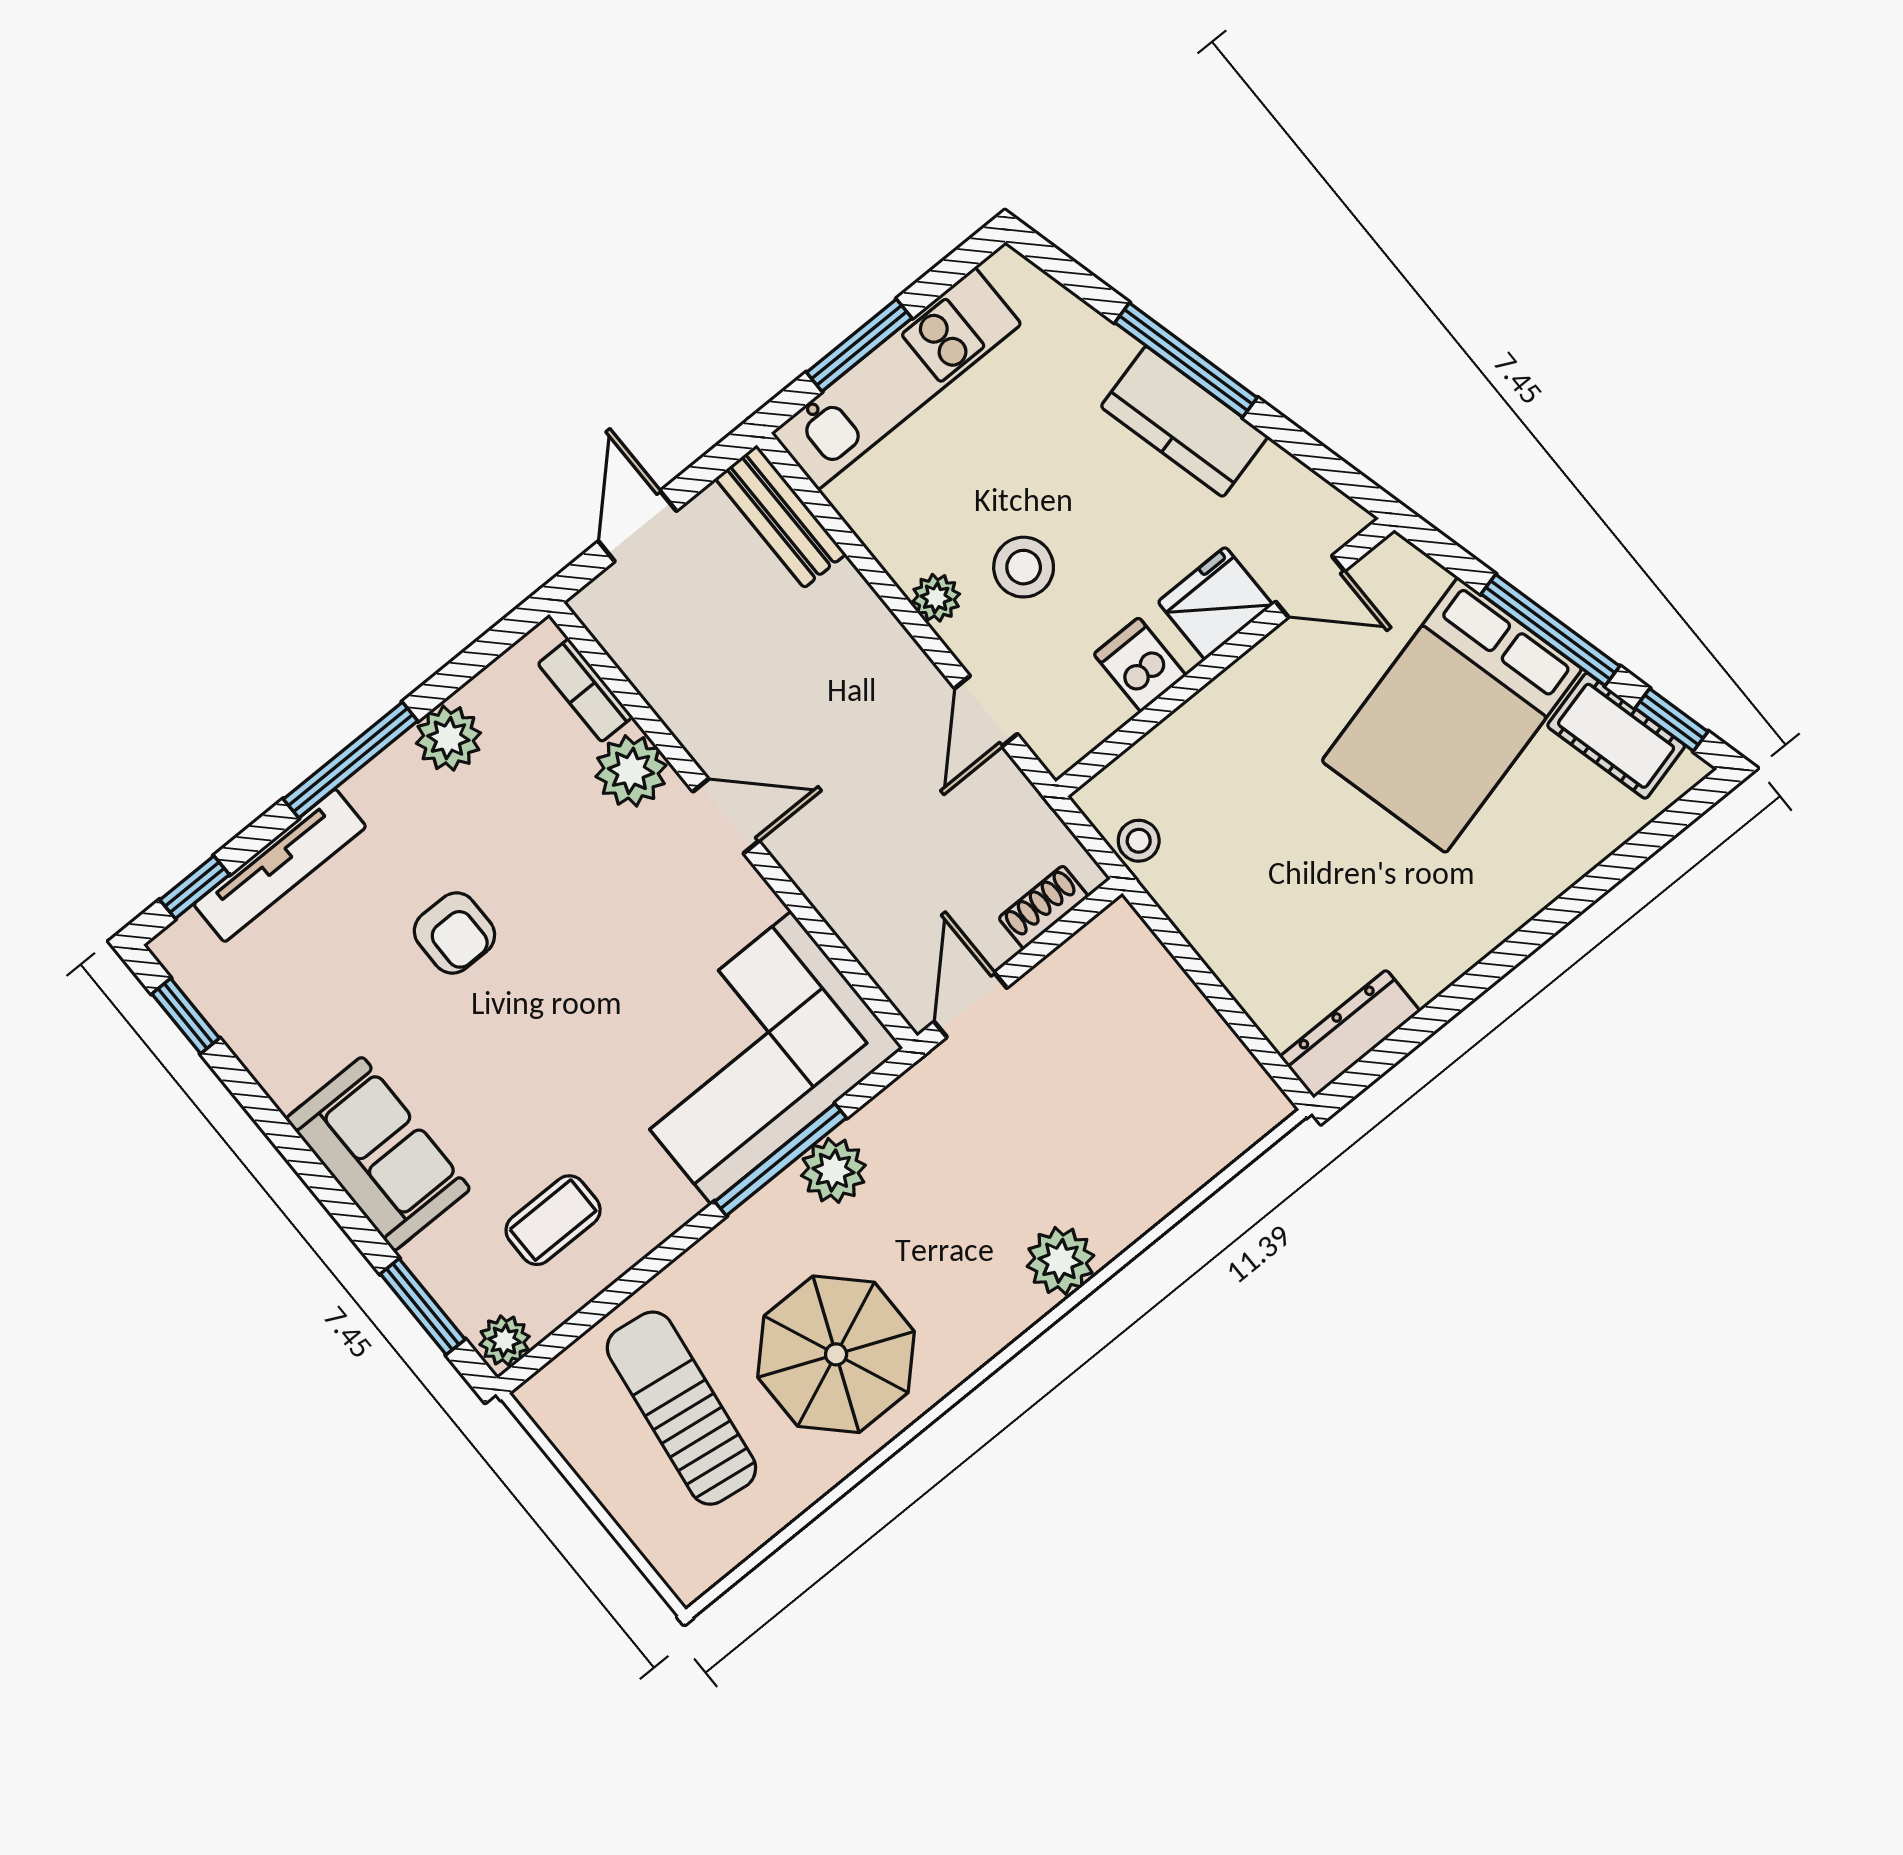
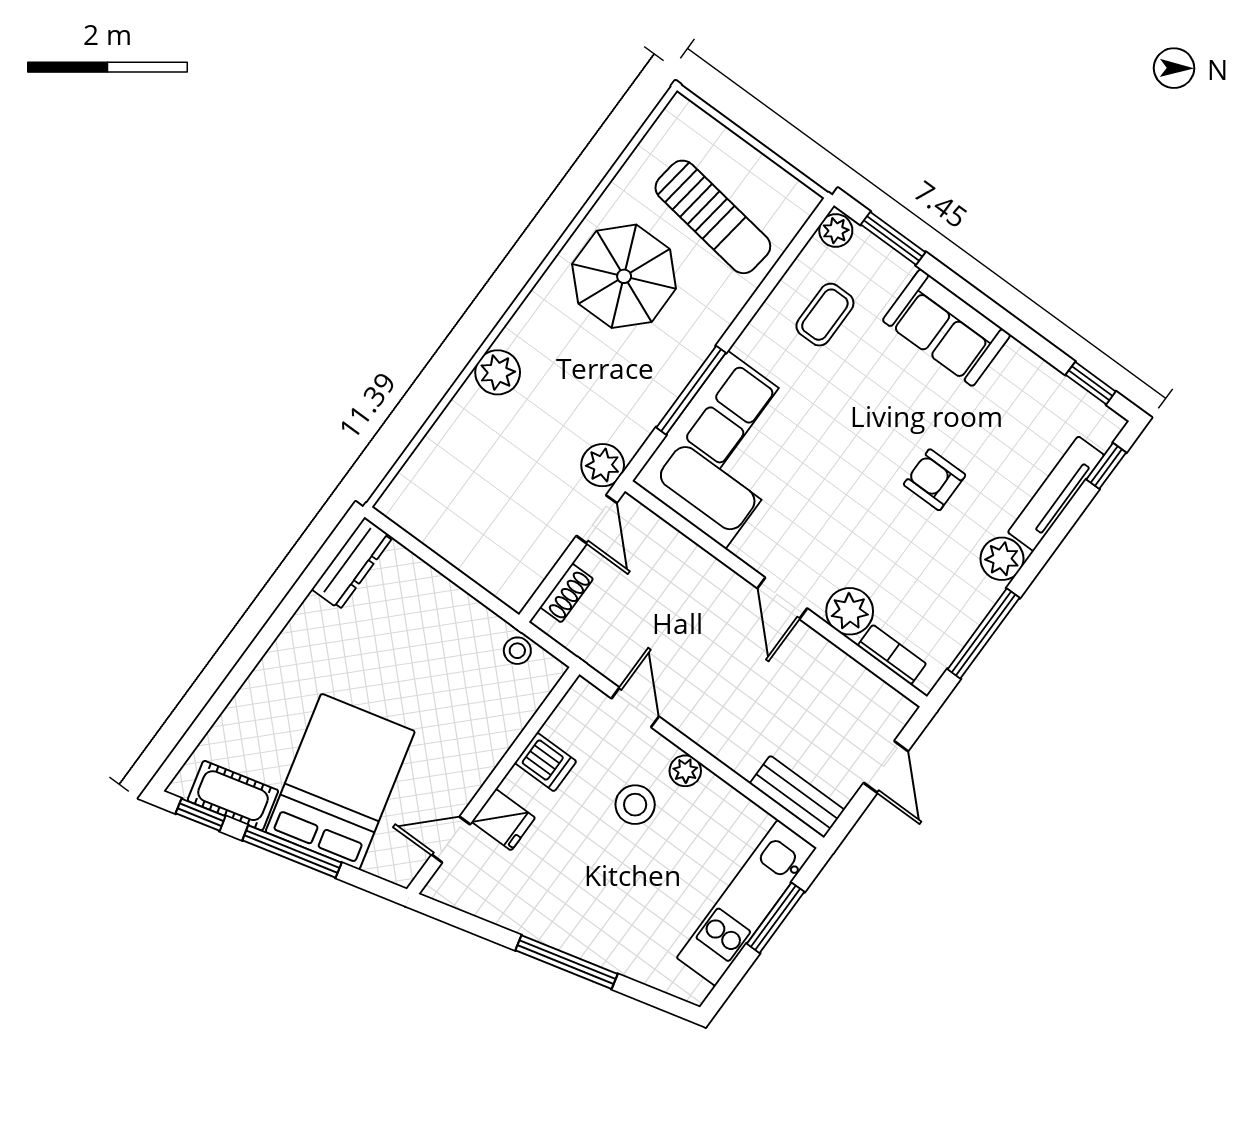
kitchen counter: (1184, 421) -> (558, 923), removed
fridge: (1215, 603) -> (503, 820), width x0.72
plant: (448, 738) -> (1002, 559), moved
window: (351, 760) -> (984, 633), moved
door: (726, 816) -> (782, 598), hinge flipped
plant: (833, 1170) -> (603, 465), moved

